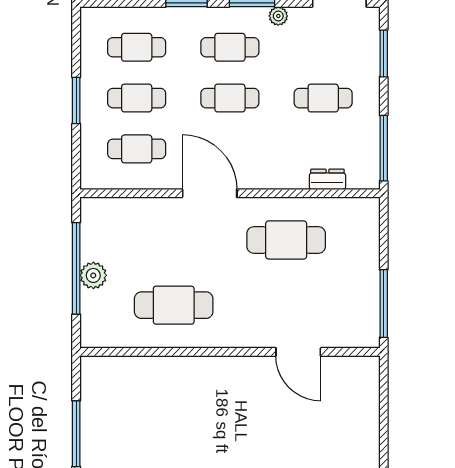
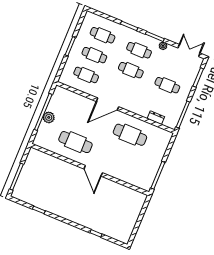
door: (210, 193) -> (108, 104), swing flipped
door: (298, 352) -> (93, 171), moved

